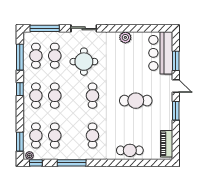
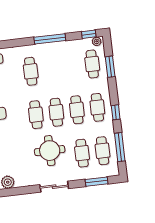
window: (45, 28) -> (97, 182), width x0.69
cafe table: (55, 136) -> (56, 112), moved
window: (20, 142) -> (110, 67), moved

